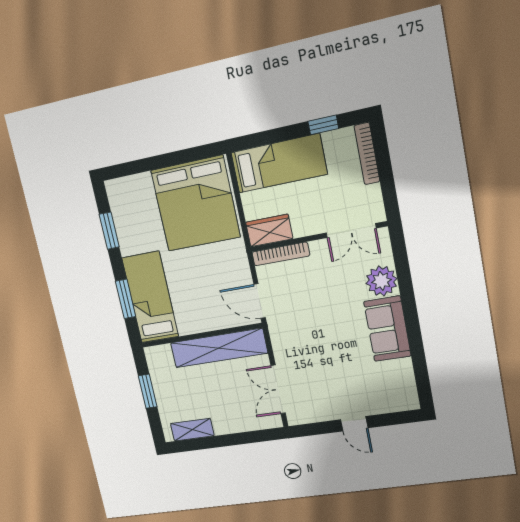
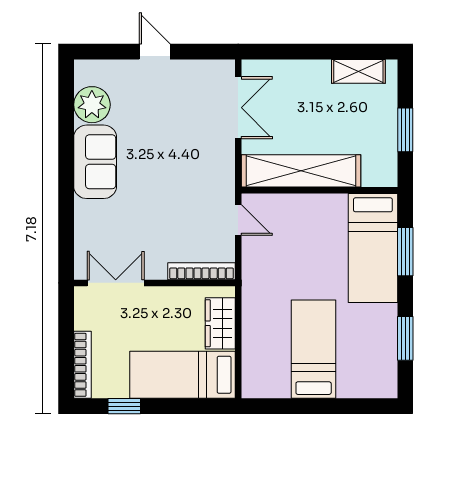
bed: (195, 204) -> (314, 349), width x0.49
wardrobe: (269, 230) -> (220, 323), moved, turned 90
plant: (381, 281) -> (92, 105), moved
door: (260, 301) -> (238, 220), width x0.73

